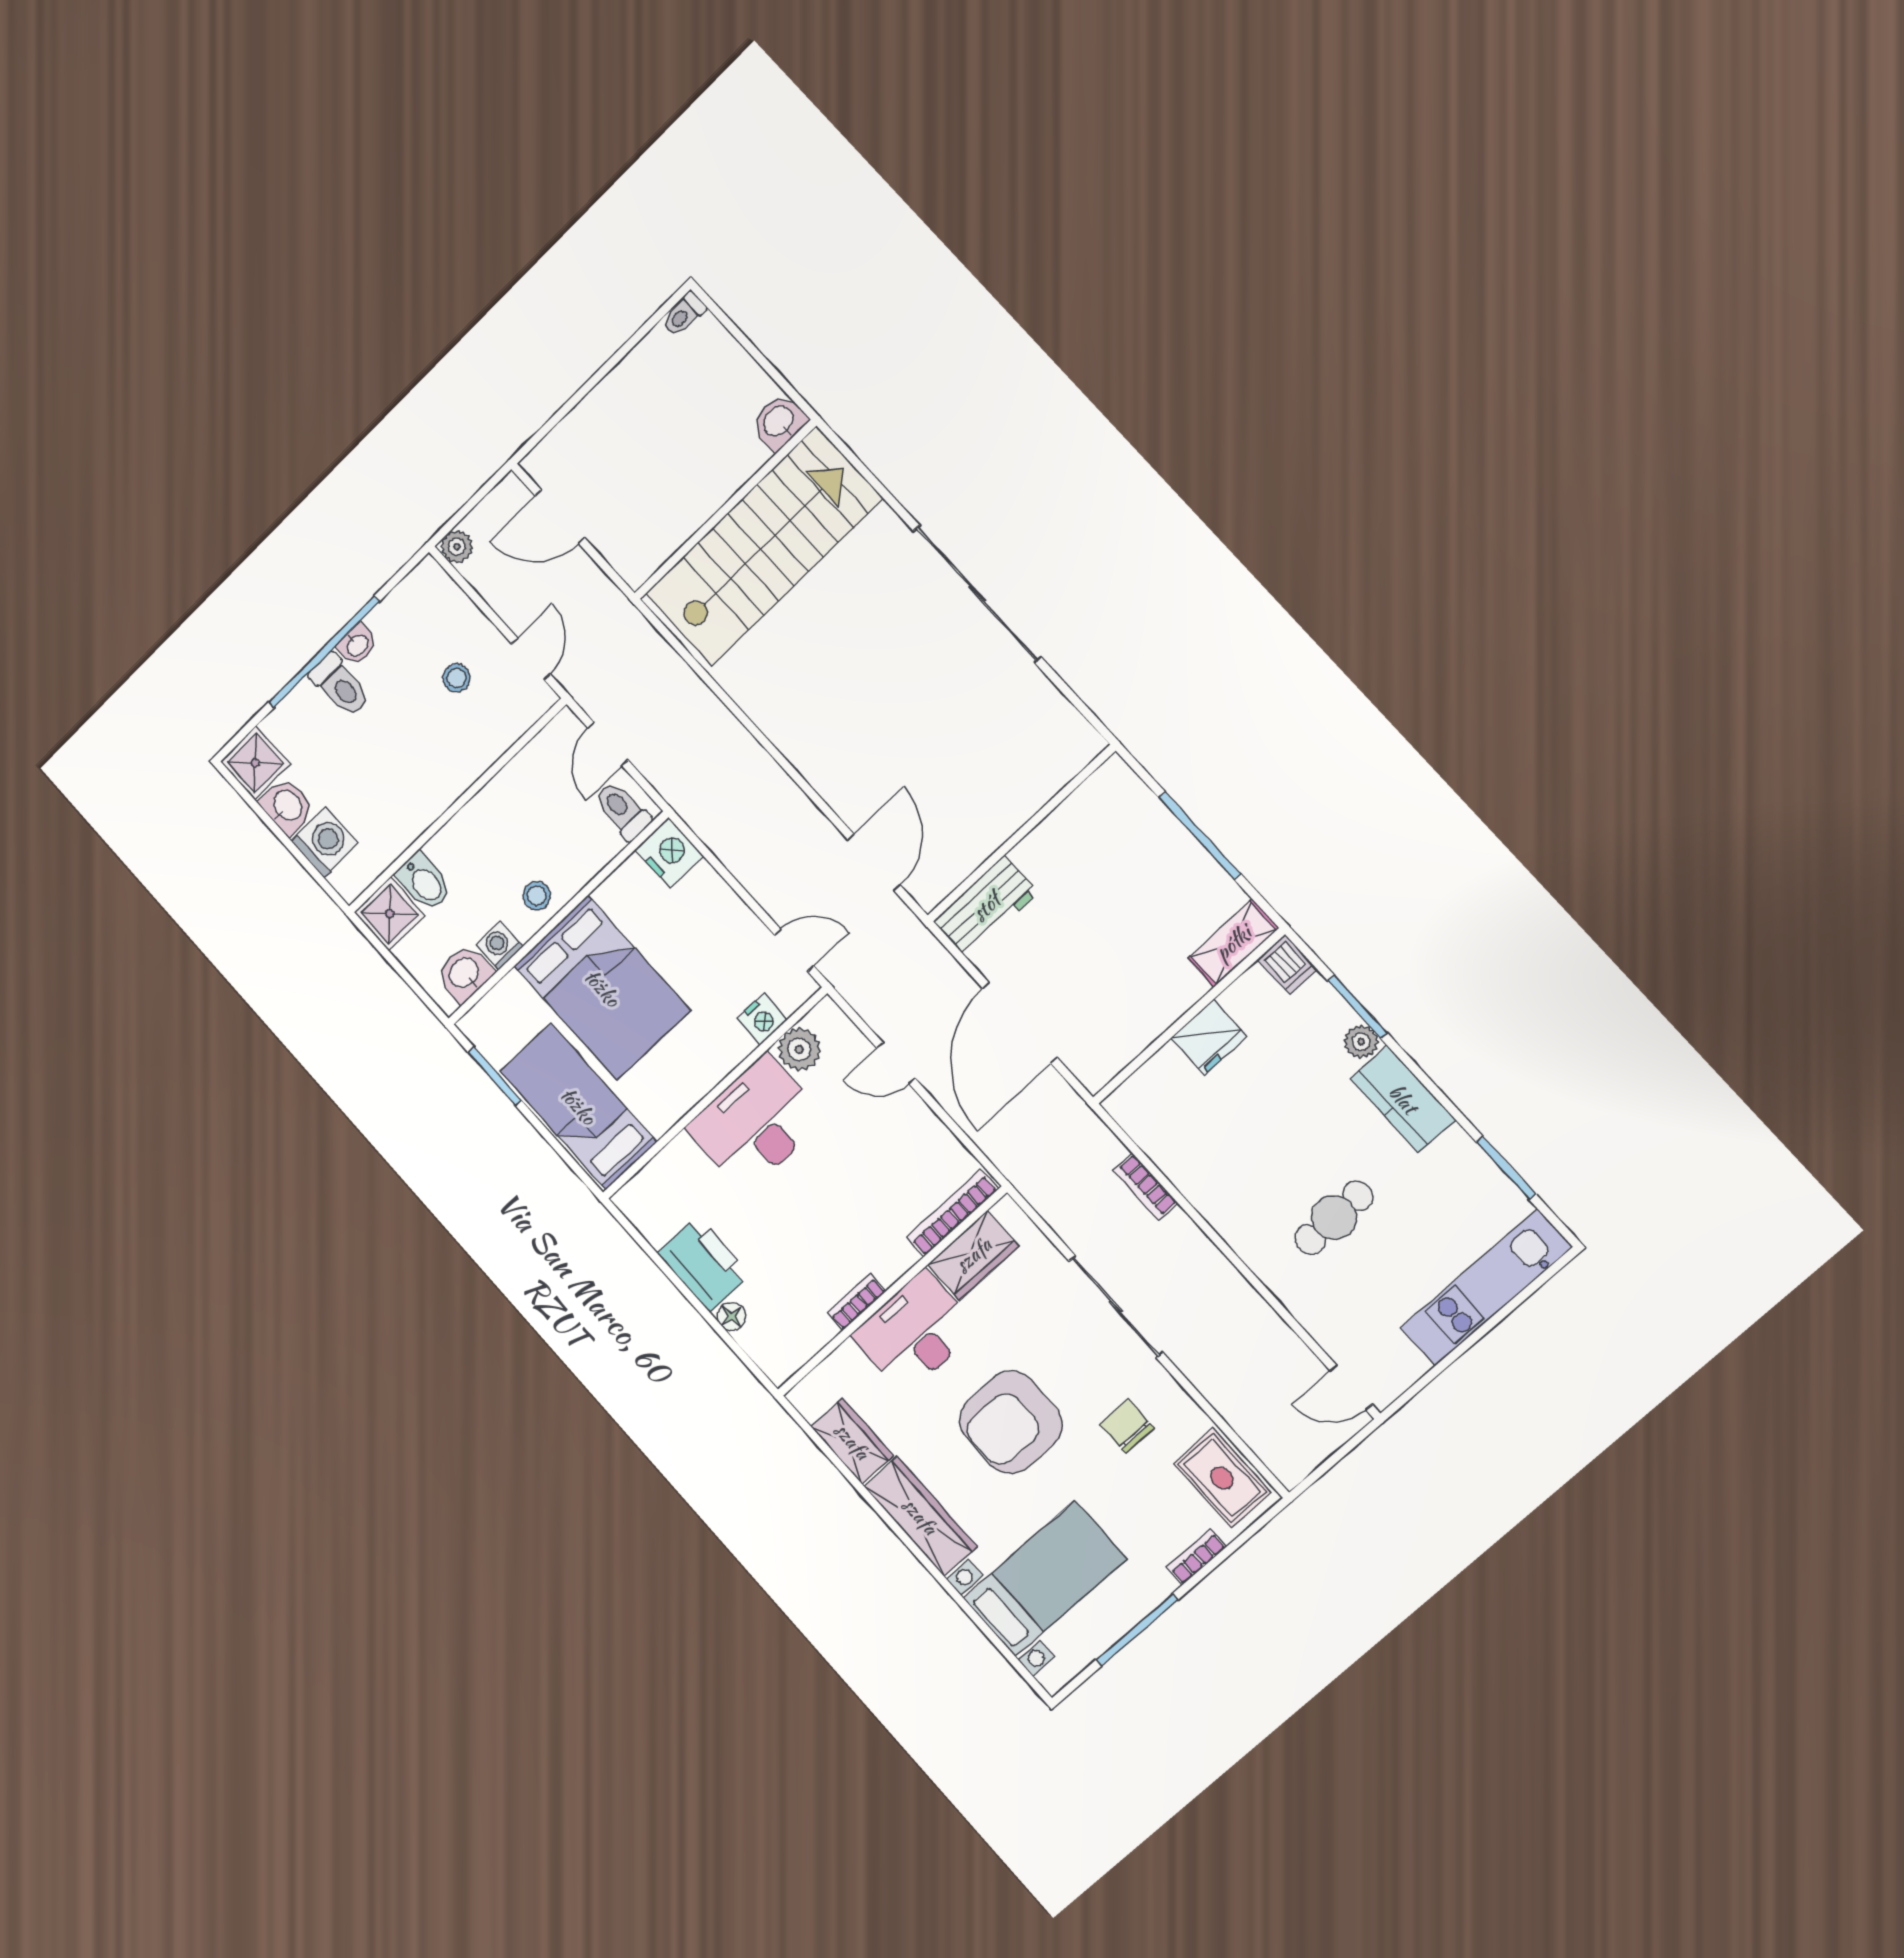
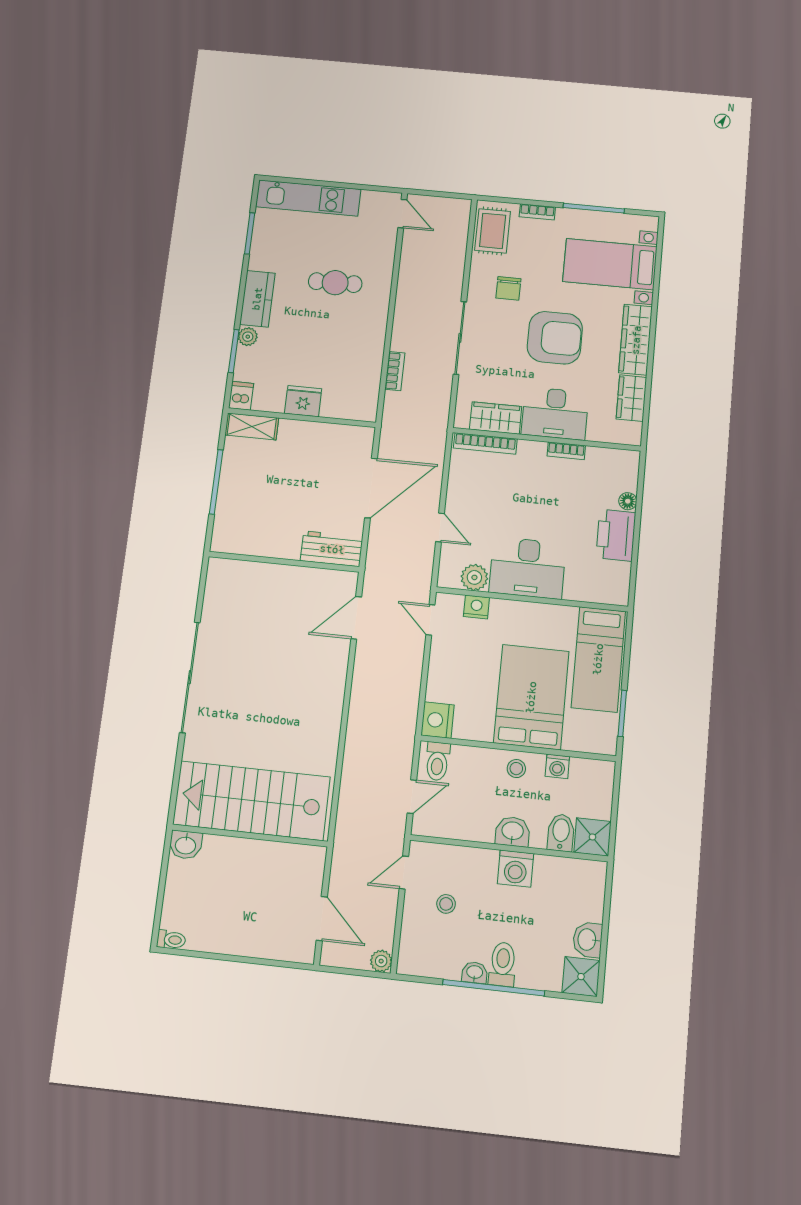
washing machine: (325, 842) -> (515, 869), moved, turned -90
washbasin: (465, 974) -> (513, 832), moved, turned 180

